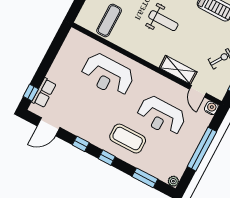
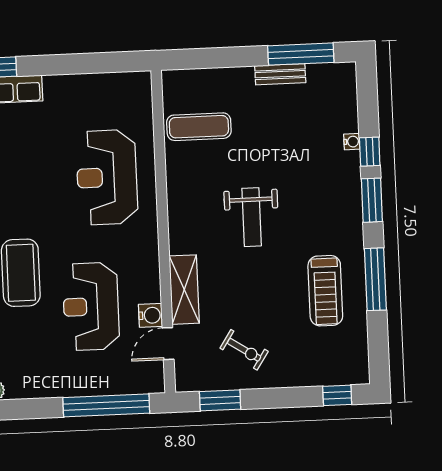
water cooler: (211, 108) -> (150, 315), moved
window: (202, 149) -> (106, 405), moved

